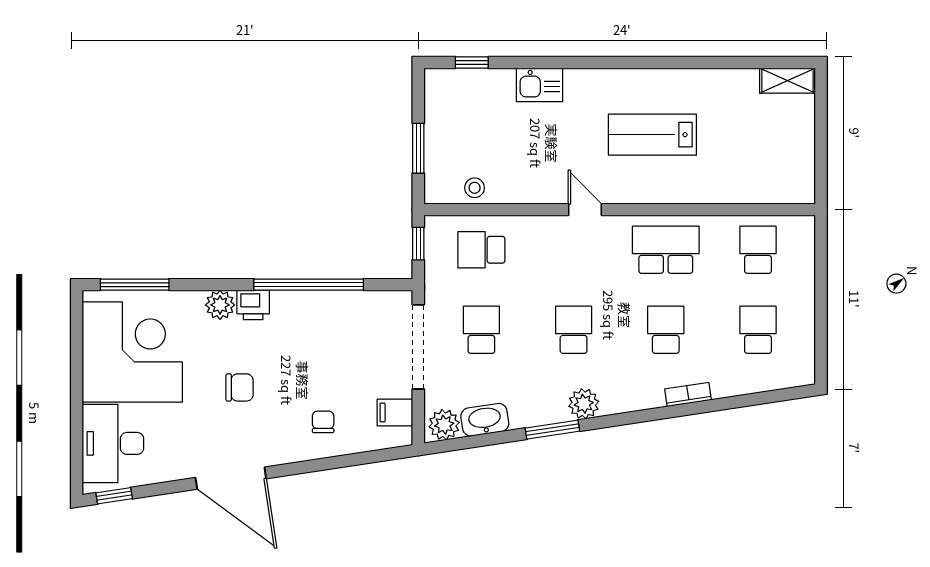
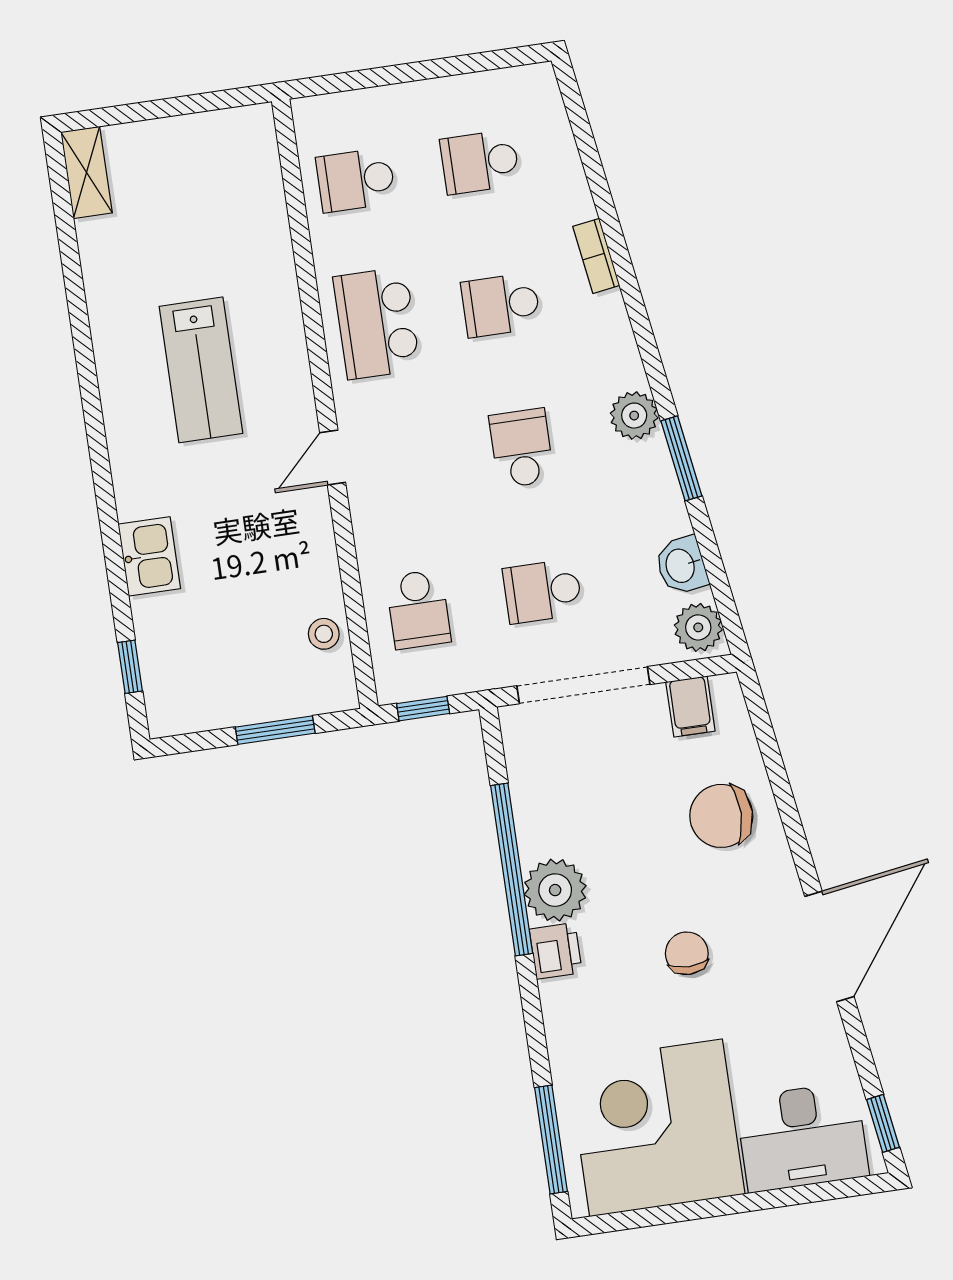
plant: (220, 305) -> (555, 890), moved, width x1.36, depth x1.36
school desk: (574, 330) -> (522, 448), turned 90
washbasin: (485, 420) -> (681, 565), width x0.72
chair: (323, 422) -> (721, 816), width x1.87, depth x1.87

